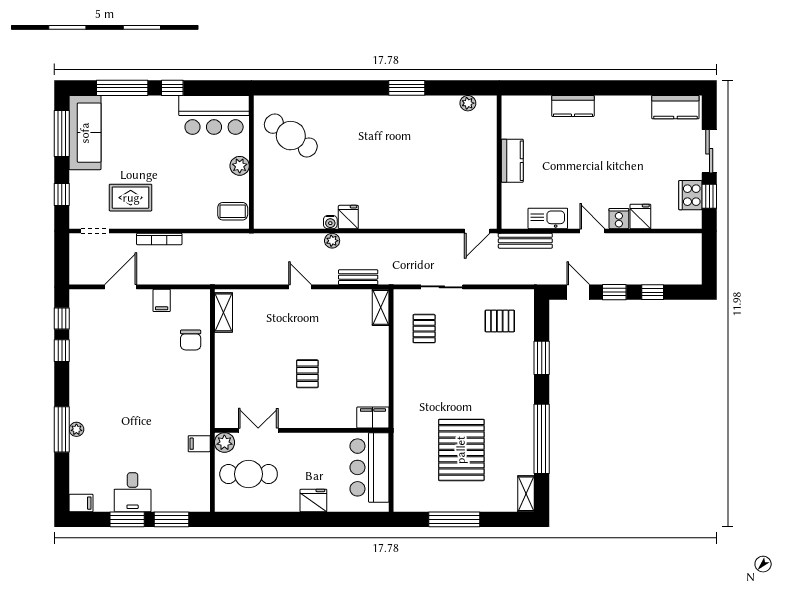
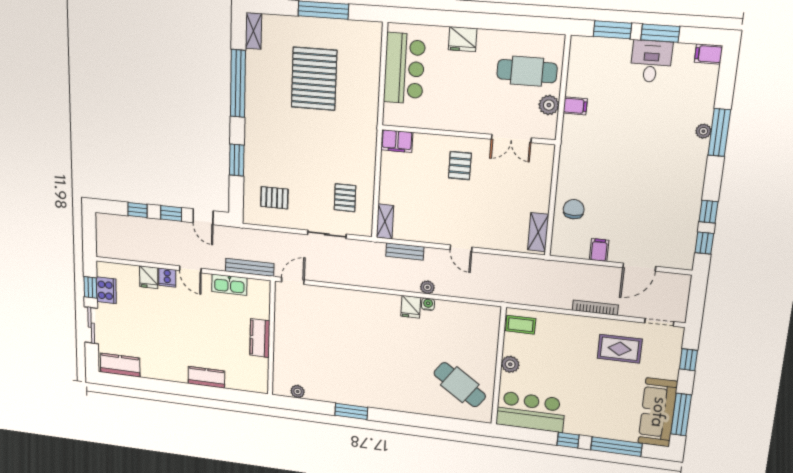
filing cabinet: (373, 417) -> (397, 141), moved
double door: (258, 430) -> (511, 138), moved
wall: (302, 430) -> (468, 135), moved

